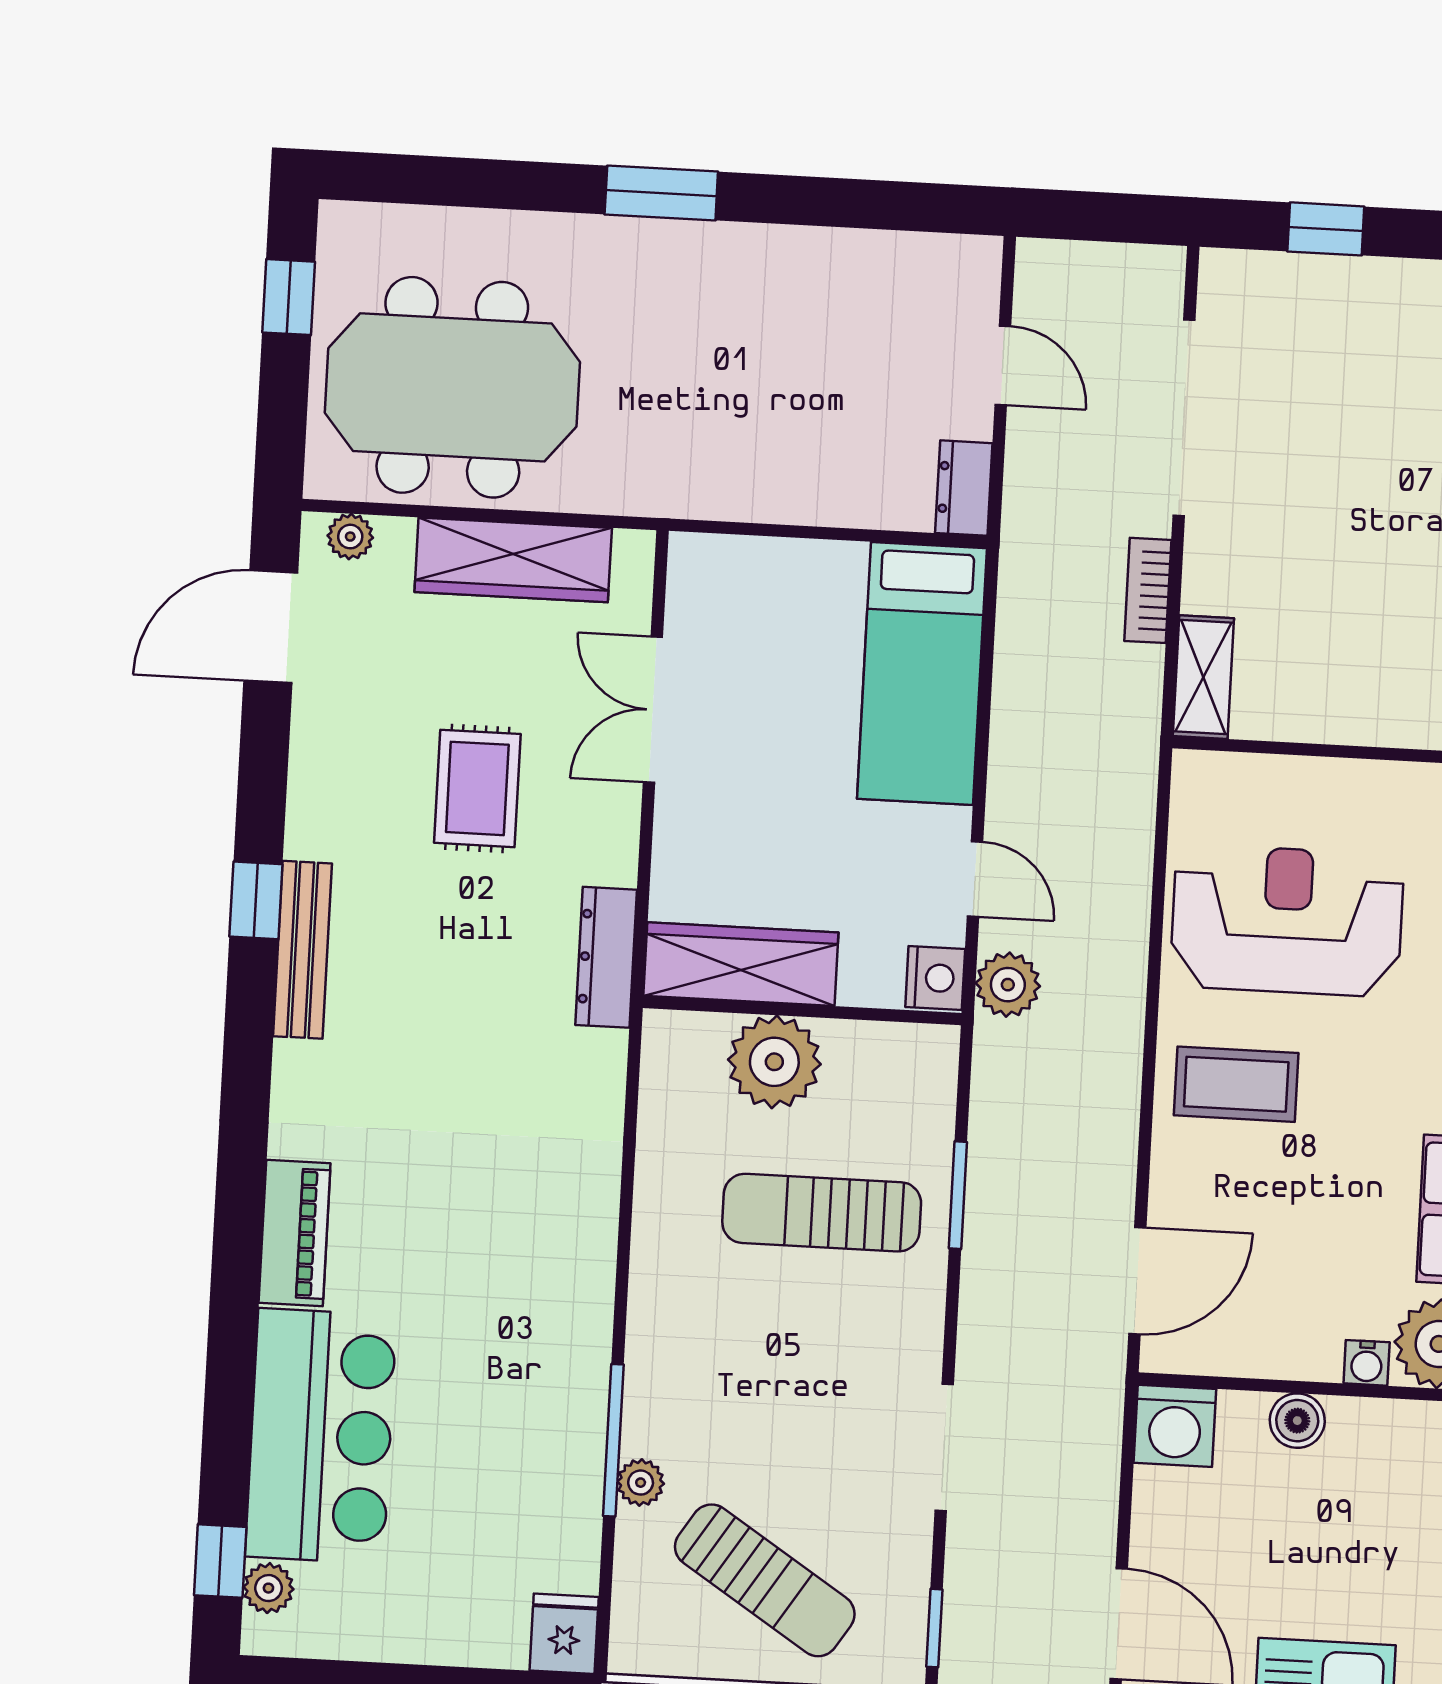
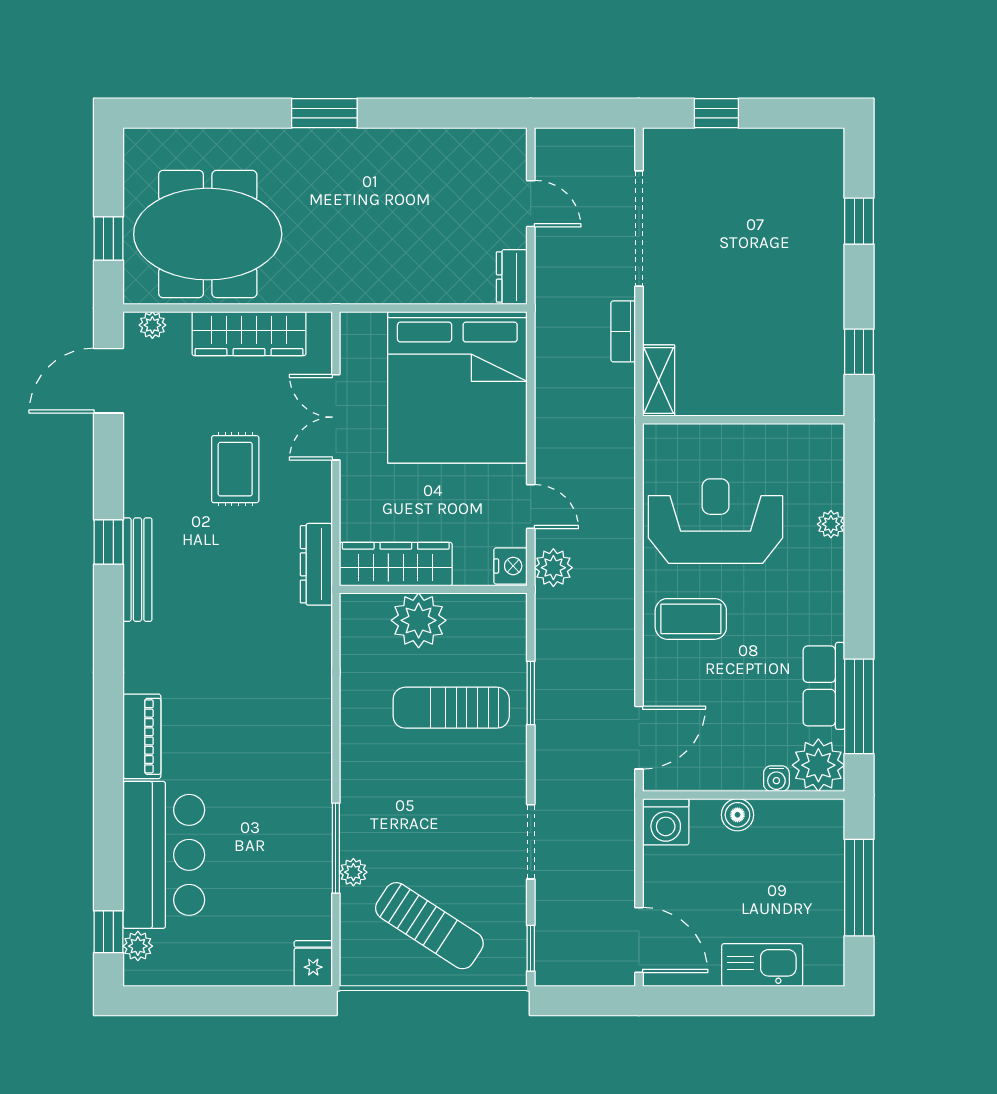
window: (289, 297) -> (109, 238), moved
bed: (922, 674) -> (457, 387), width x2.04

